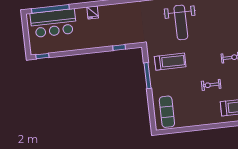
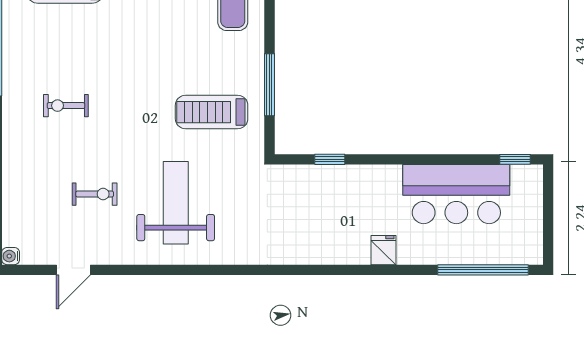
bar counter: (53, 23) -> (456, 194), moved, turned 180
exercise bike: (211, 85) -> (95, 194), moved

